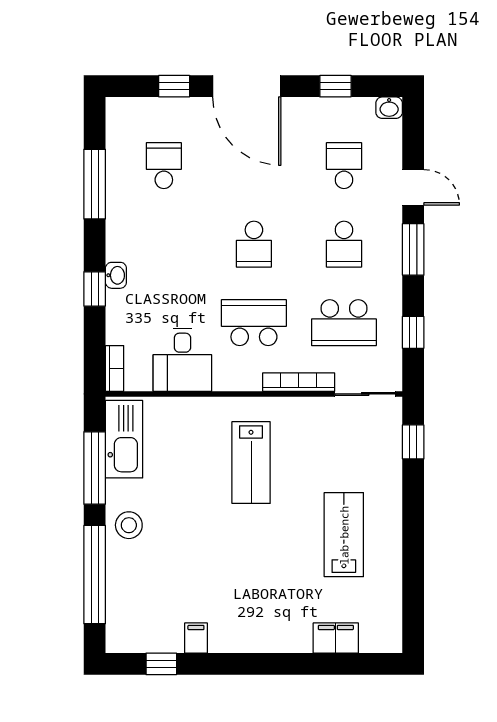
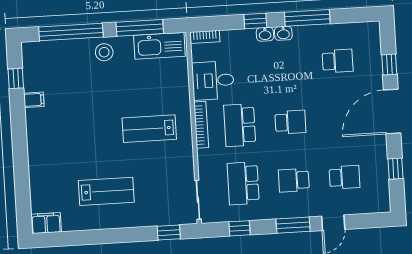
washbasin: (389, 108) -> (283, 33), moved, turned -90
window: (95, 184) -> (307, 18), moved
school desk: (254, 244) -> (290, 122), turned 180
school desk: (254, 323) -> (240, 125), turned 180
bookcase: (299, 382) -> (201, 125), moved
filing cabinet: (336, 638) -> (46, 223), moved, turned -90

